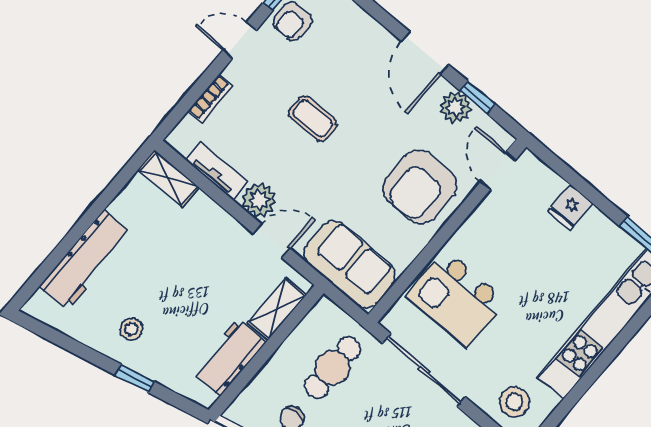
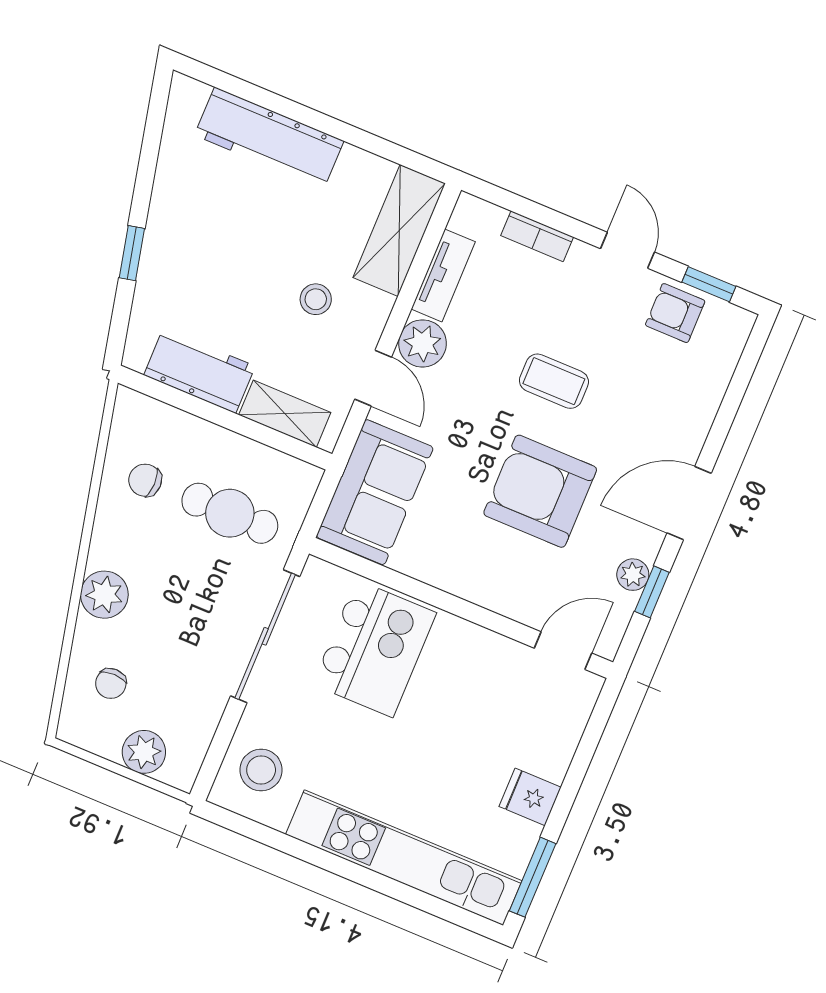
plant: (456, 107) -> (633, 575), width x0.73, depth x0.73
coffee table: (313, 119) -> (554, 381), turned 90
shelving: (168, 179) -> (399, 230), width x1.50, depth x1.33
armchair: (420, 187) -> (540, 491), moved
fridge: (570, 207) -> (530, 797), moved
kitchen island: (456, 298) -> (374, 649), turned 180
stool: (131, 329) -> (316, 299), moved

